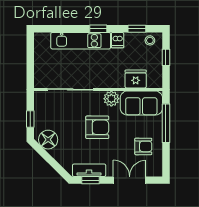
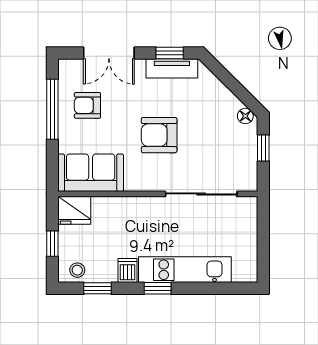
fridge: (136, 79) -> (74, 210), moved
plant: (111, 99) -> (137, 180), removed
window: (166, 123) -> (52, 109), moved
floor lamp: (48, 140) -> (245, 116), width x0.53, depth x0.53

